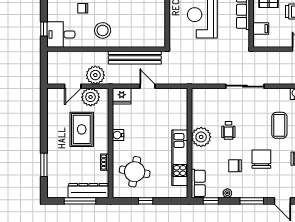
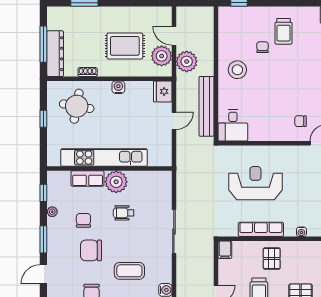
filing cabinet: (261, 29) -> (225, 250), moved
desk: (61, 34) -> (233, 125), moved, turned 180
kitchen unit: (180, 158) -> (104, 158), width x1.36
chair: (261, 159) -> (91, 250), turned 180
row of seats: (198, 183) -> (88, 178), moved

